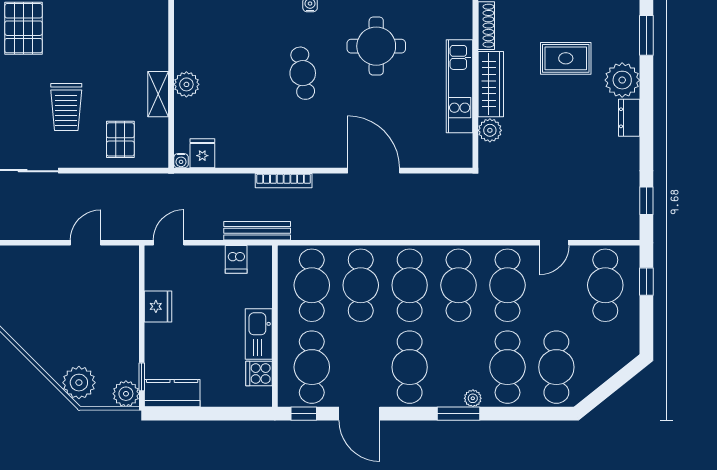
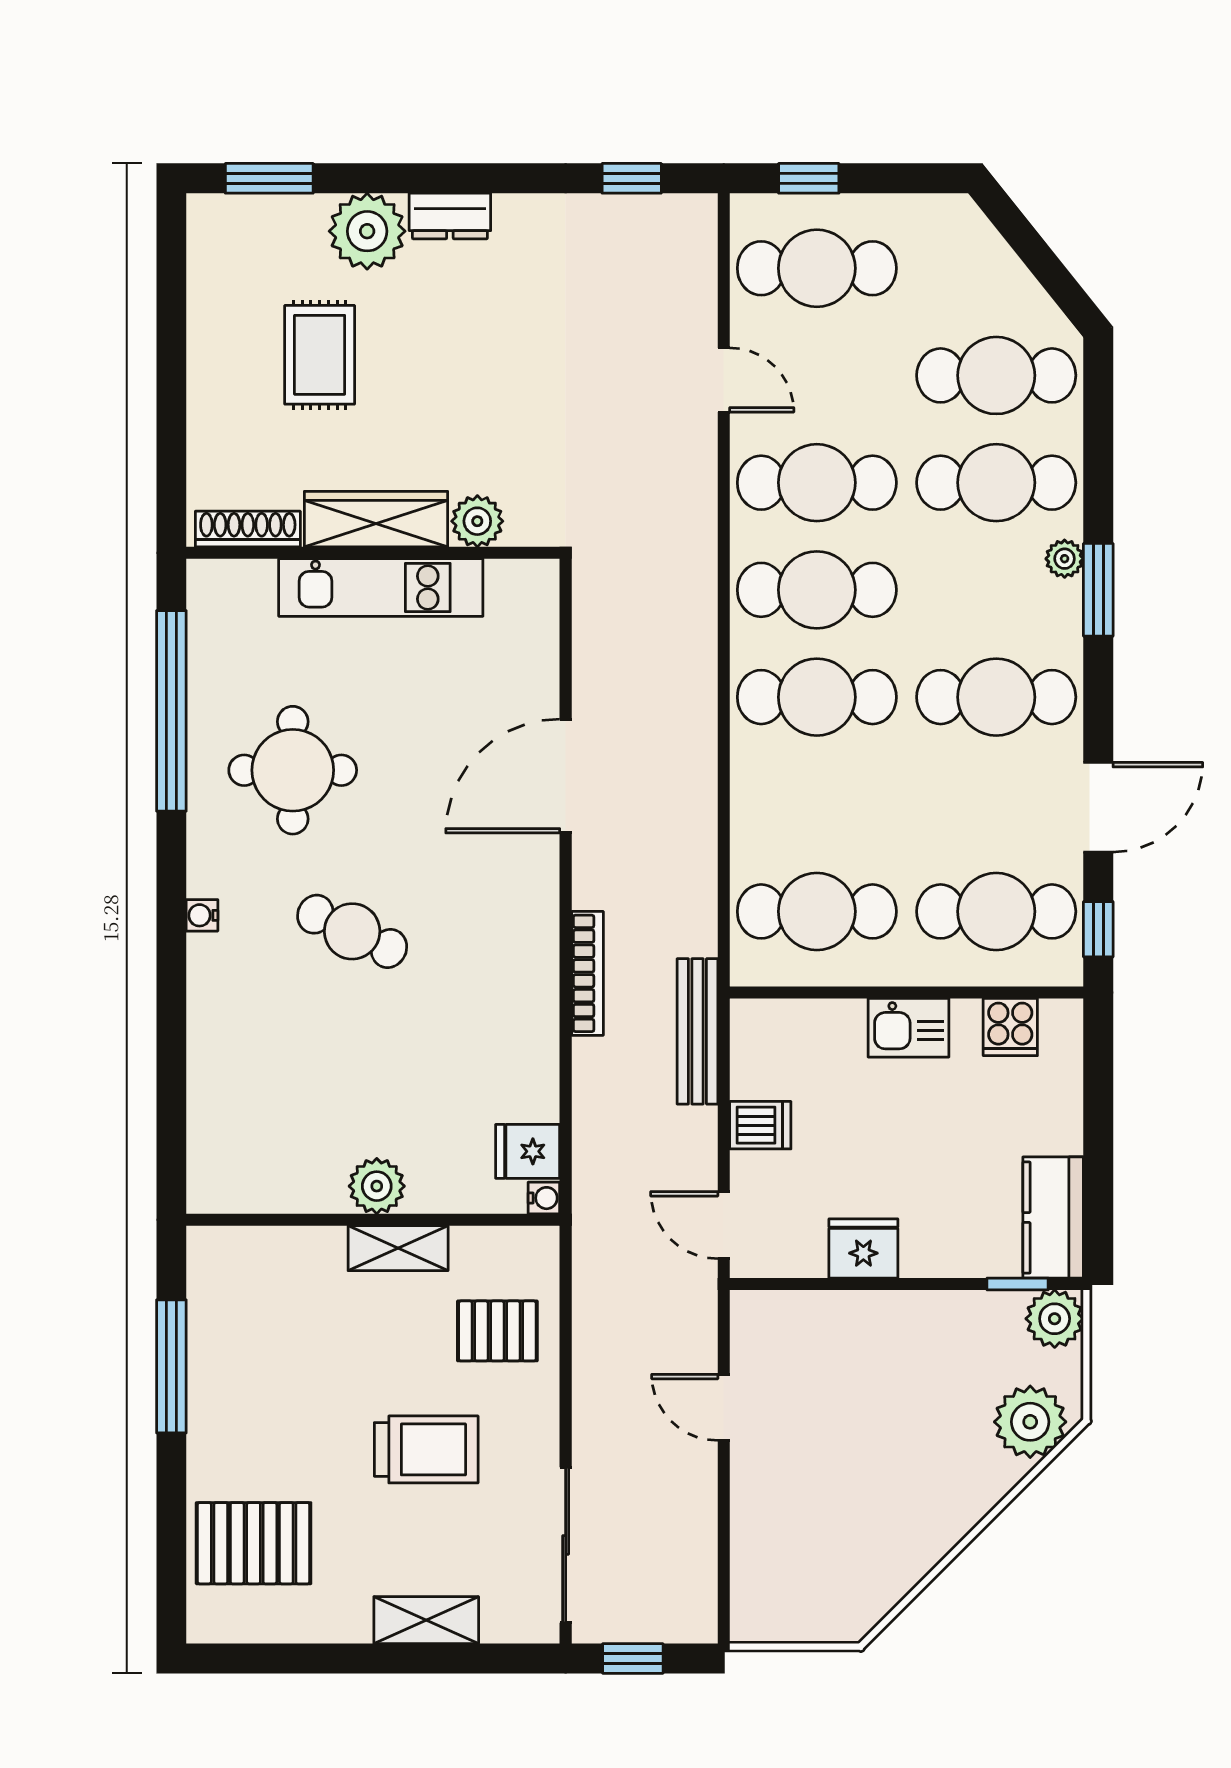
cafe table: (303, 73) -> (352, 931), turned 34
dishwasher: (236, 259) -> (760, 1125), moved
cafe table: (361, 285) -> (817, 804), removed
kitchen sink: (259, 334) -> (908, 1028), width x0.73

